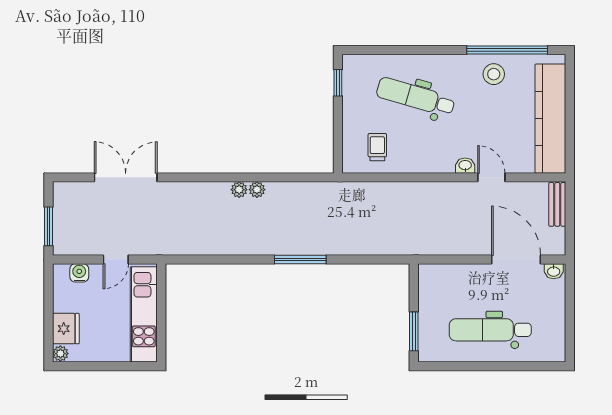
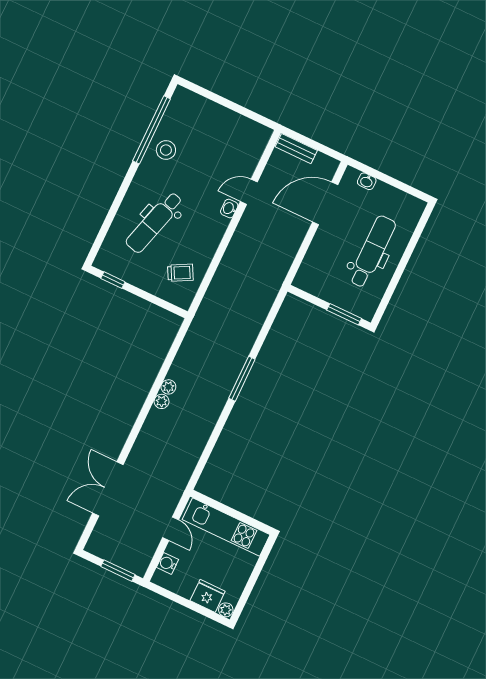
kitchen counter: (550, 119) -> (224, 121), removed
trolley: (377, 147) -> (180, 273), turned 152
washbasin: (554, 271) -> (367, 181), moved, turned 90
dental chair: (490, 330) -> (372, 252), turned 180

